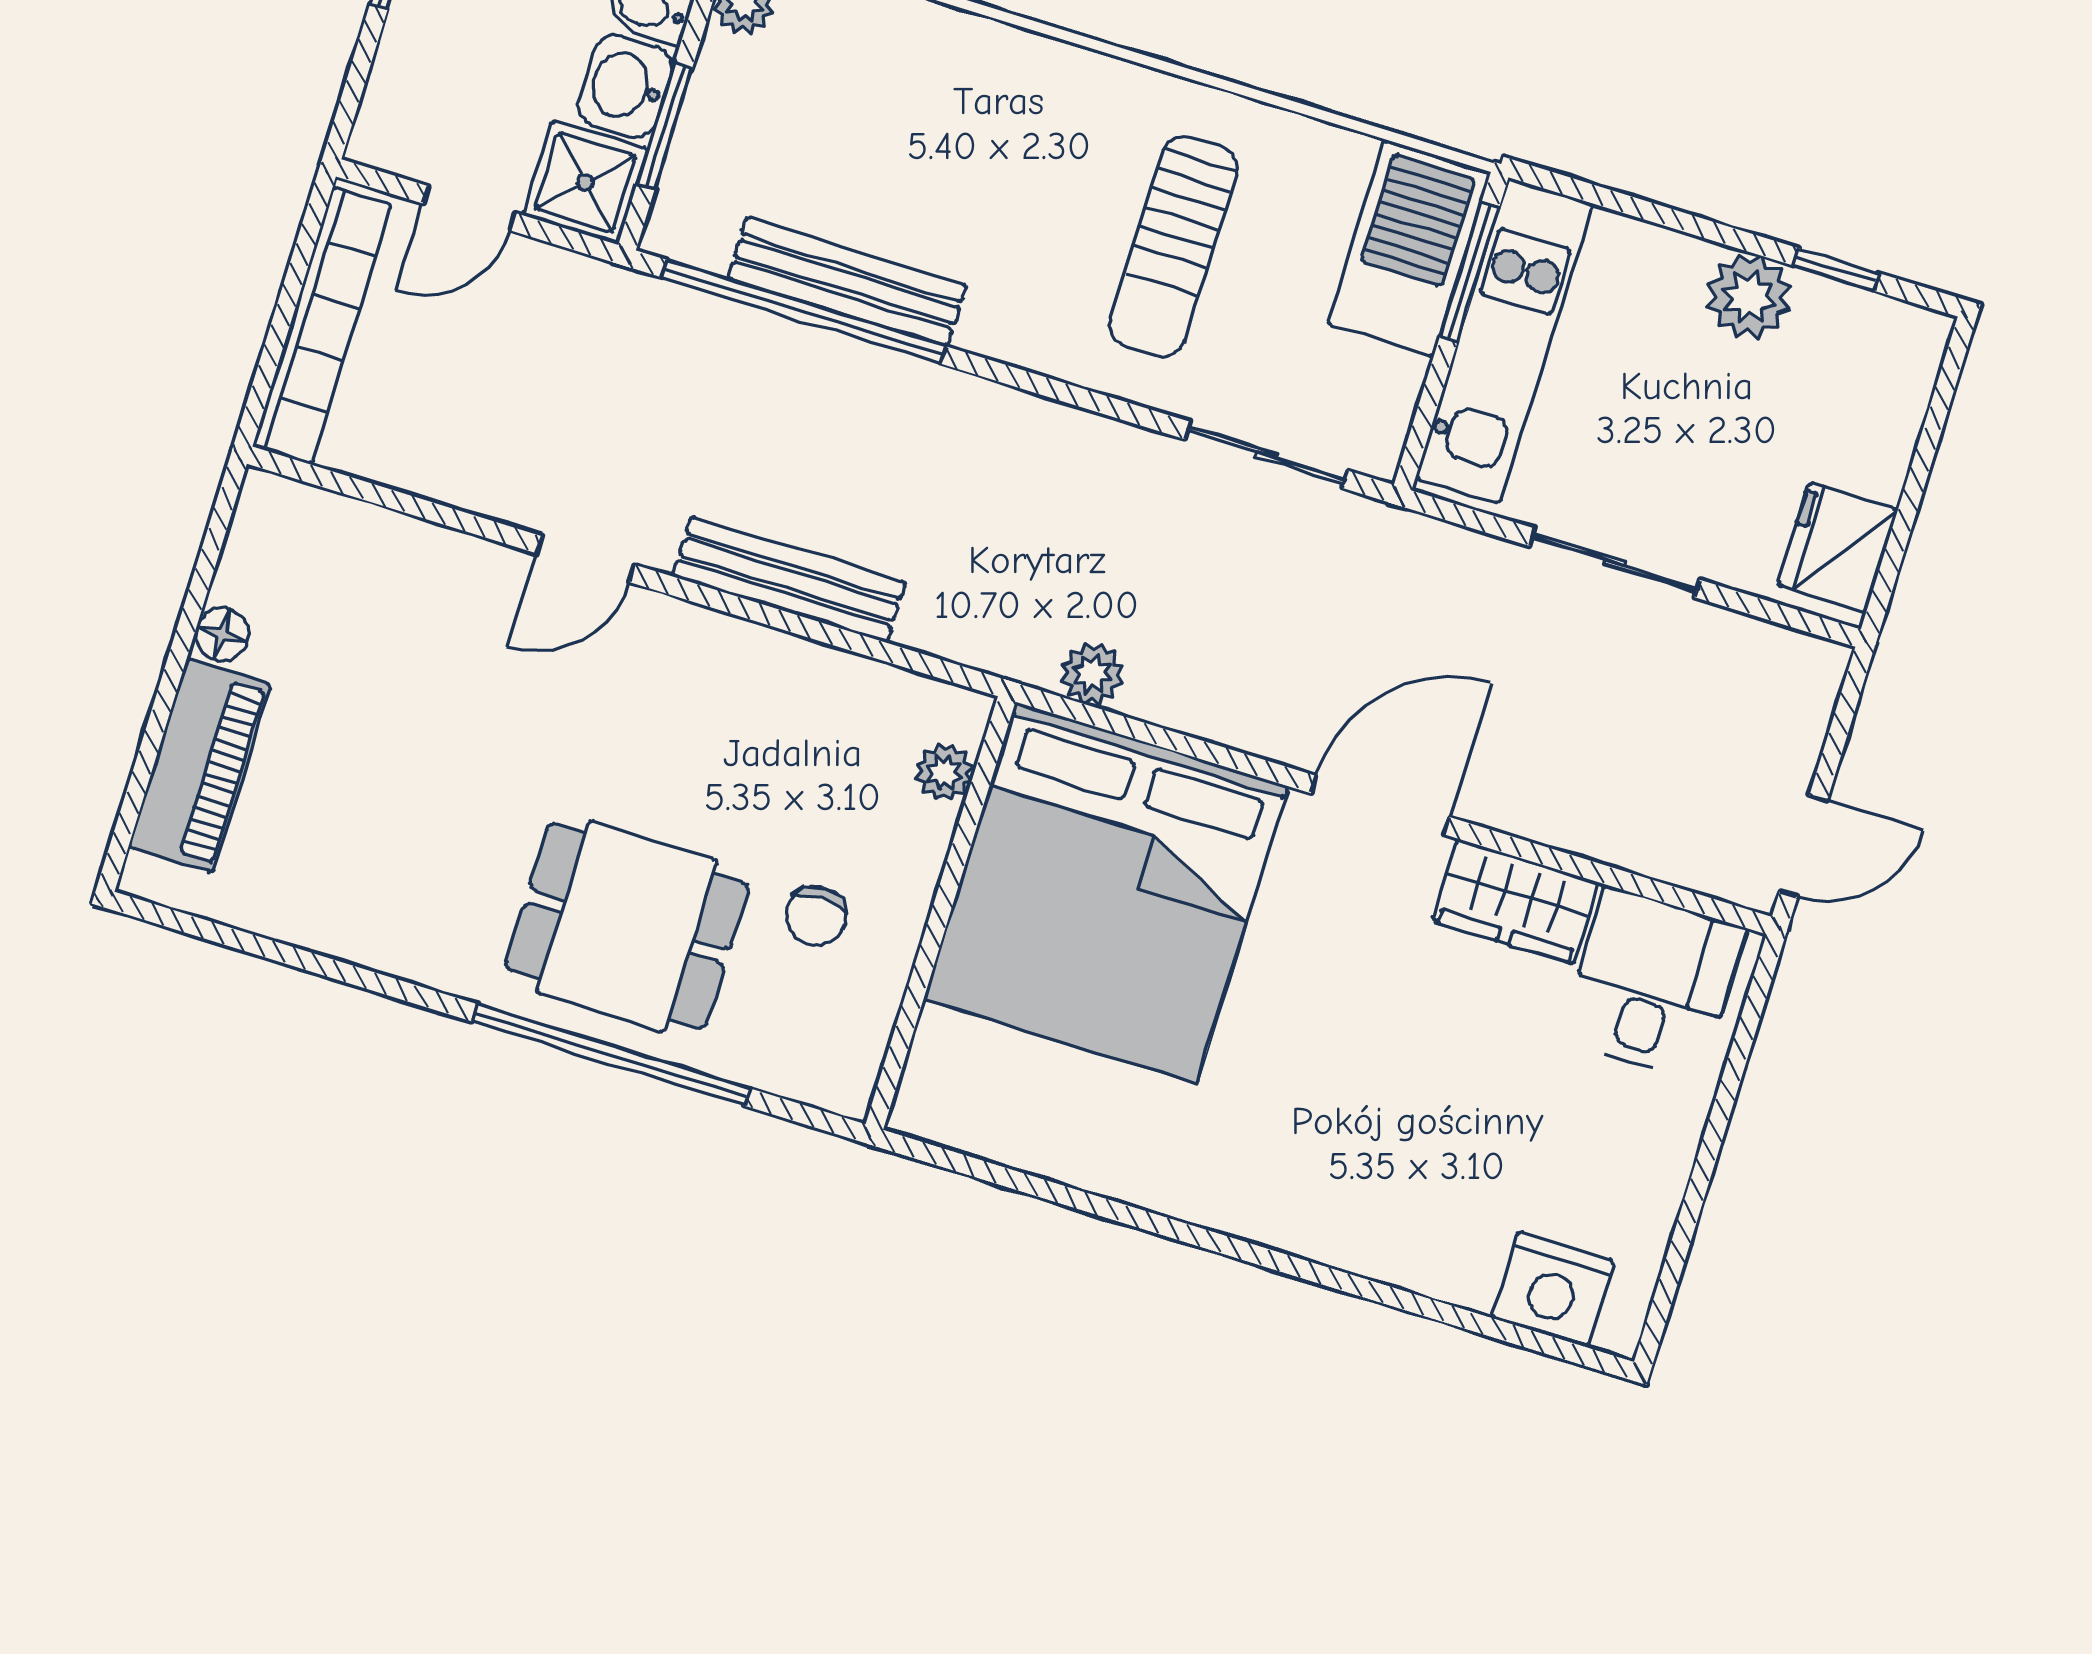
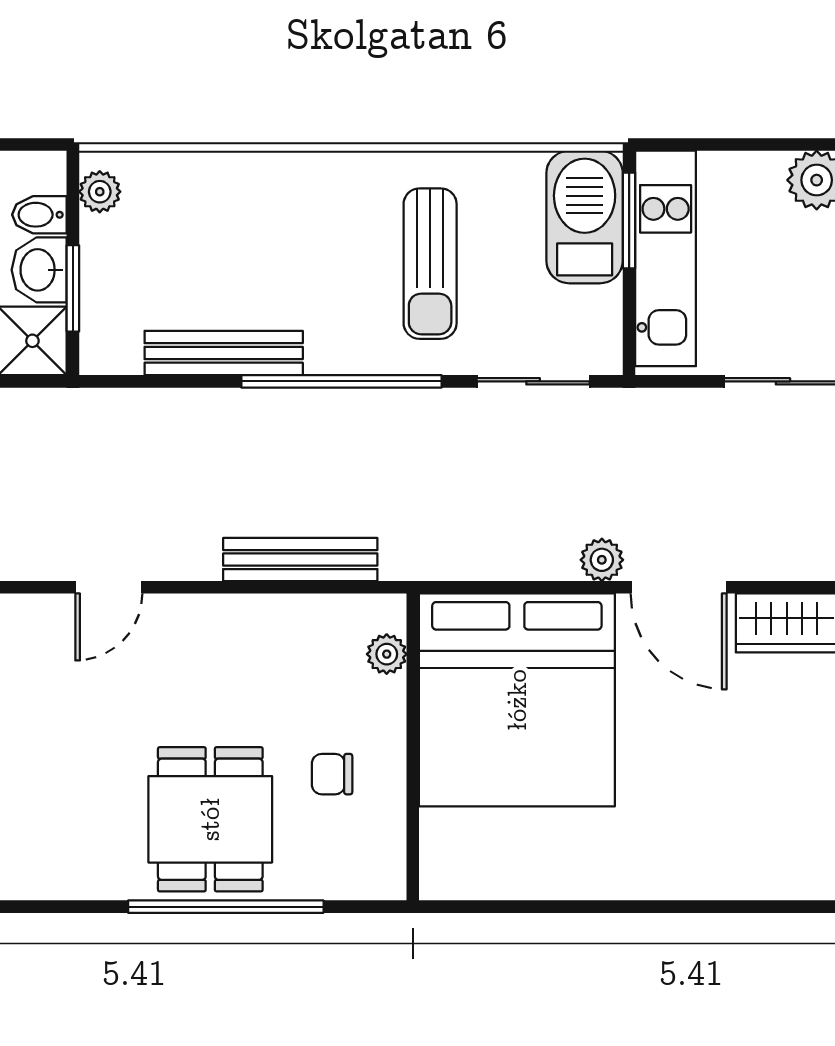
window: (804, 312) -> (342, 381), moved
bench: (789, 580) -> (300, 560), moved
plant: (1092, 674) -> (602, 560), moved
door: (1380, 805) -> (679, 587), swing flipped
chair: (816, 916) -> (332, 774), turned 90
dining table: (627, 926) -> (210, 819), turned 90

